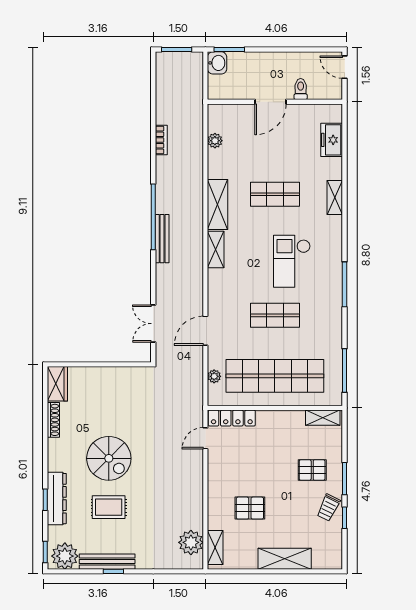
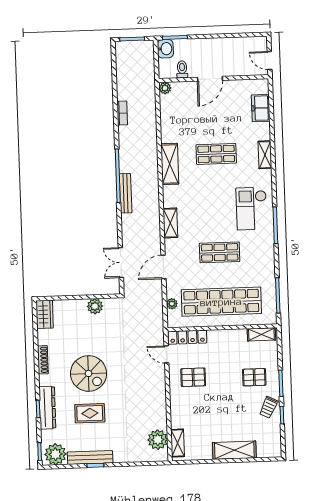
door: (345, 67) -> (270, 60), moved
toilet: (301, 89) -> (182, 69), moved
plant: (215, 141) -> (165, 88), moved
shelving: (216, 250) -> (170, 223), moved
checkout: (292, 261) -> (252, 209), moved
plant: (120, 376) -> (95, 306), added
shoe rack: (53, 420) -> (43, 360), moved
door: (205, 438) -> (166, 354), hinge flipped
pallet: (250, 508) -> (193, 377), moved

